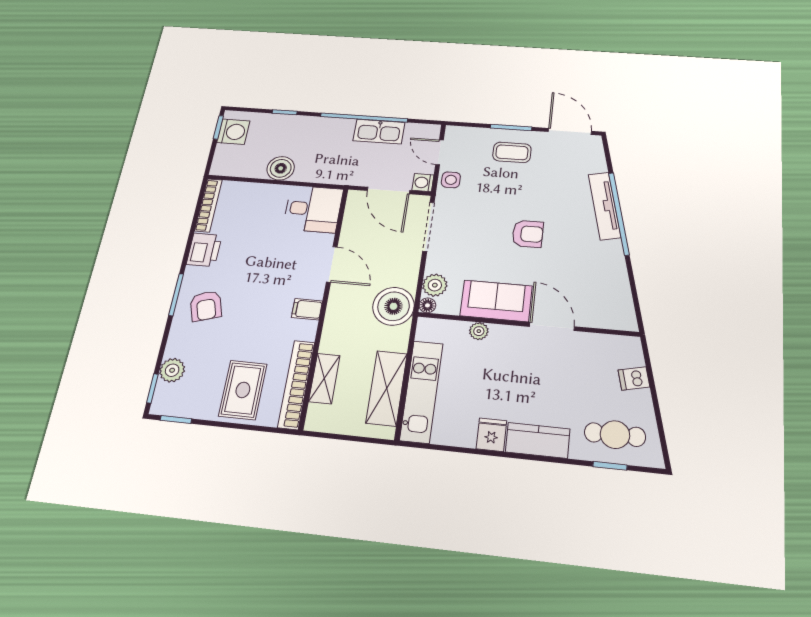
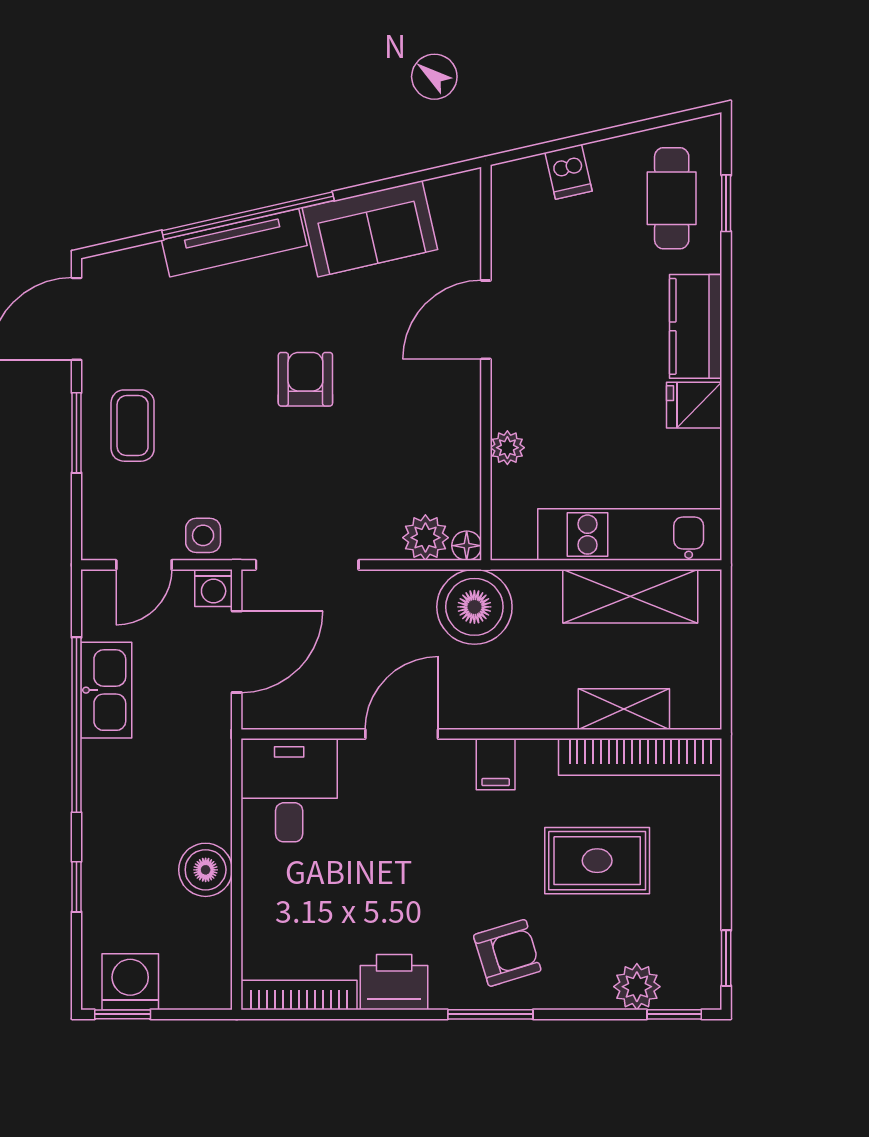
sofa: (496, 301) -> (370, 229), moved, turned -103
rug: (243, 390) -> (597, 861), moved

